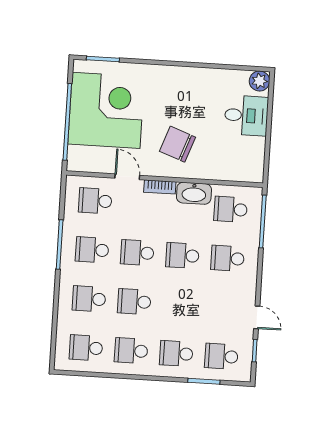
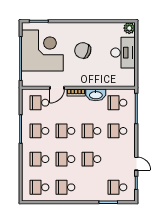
desk: (246, 116) -> (123, 53), width x1.37
chair: (177, 144) -> (83, 50), moved
door: (127, 177) -> (57, 88), swing flipped
school desk: (176, 353) -> (91, 159), moved

